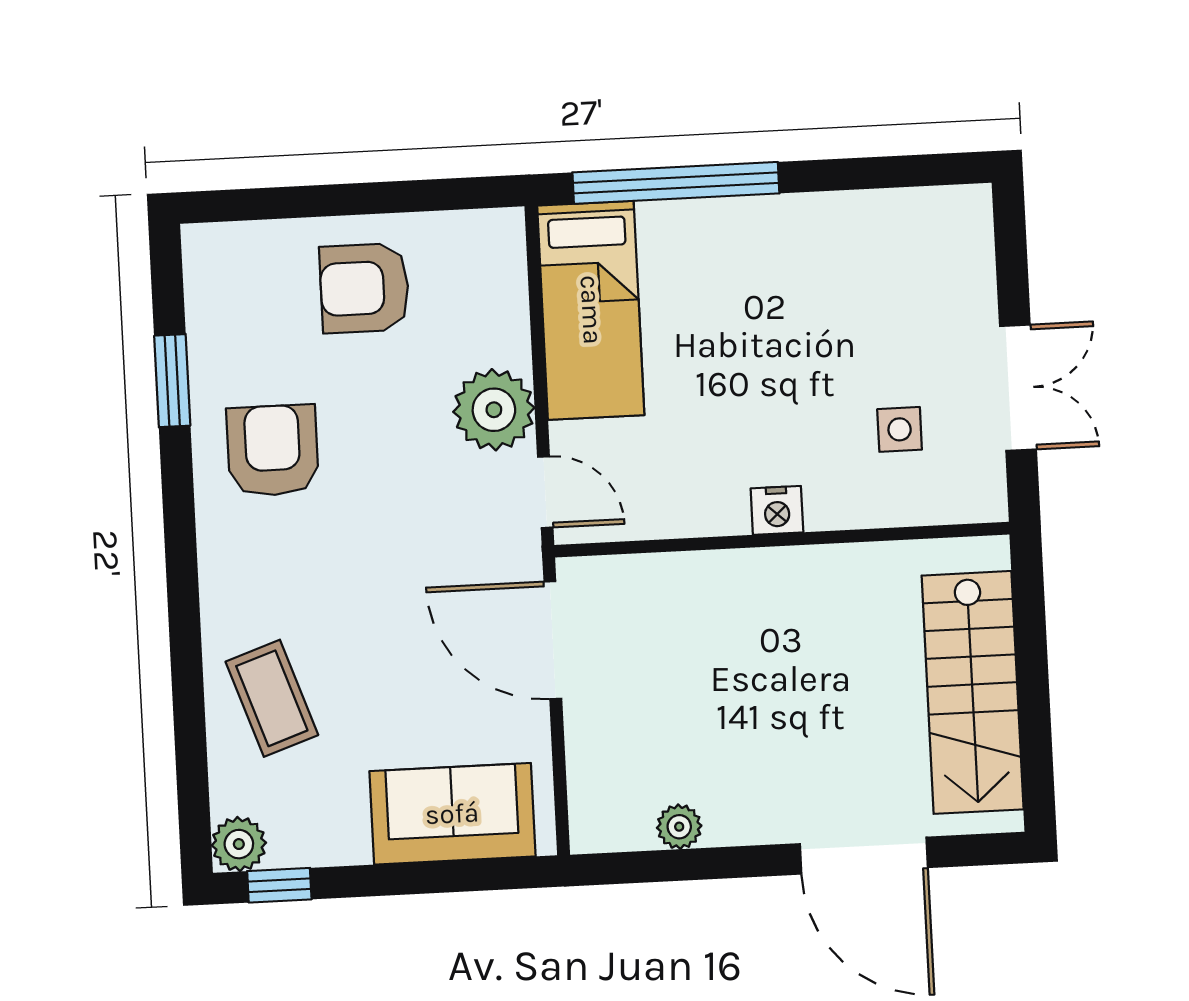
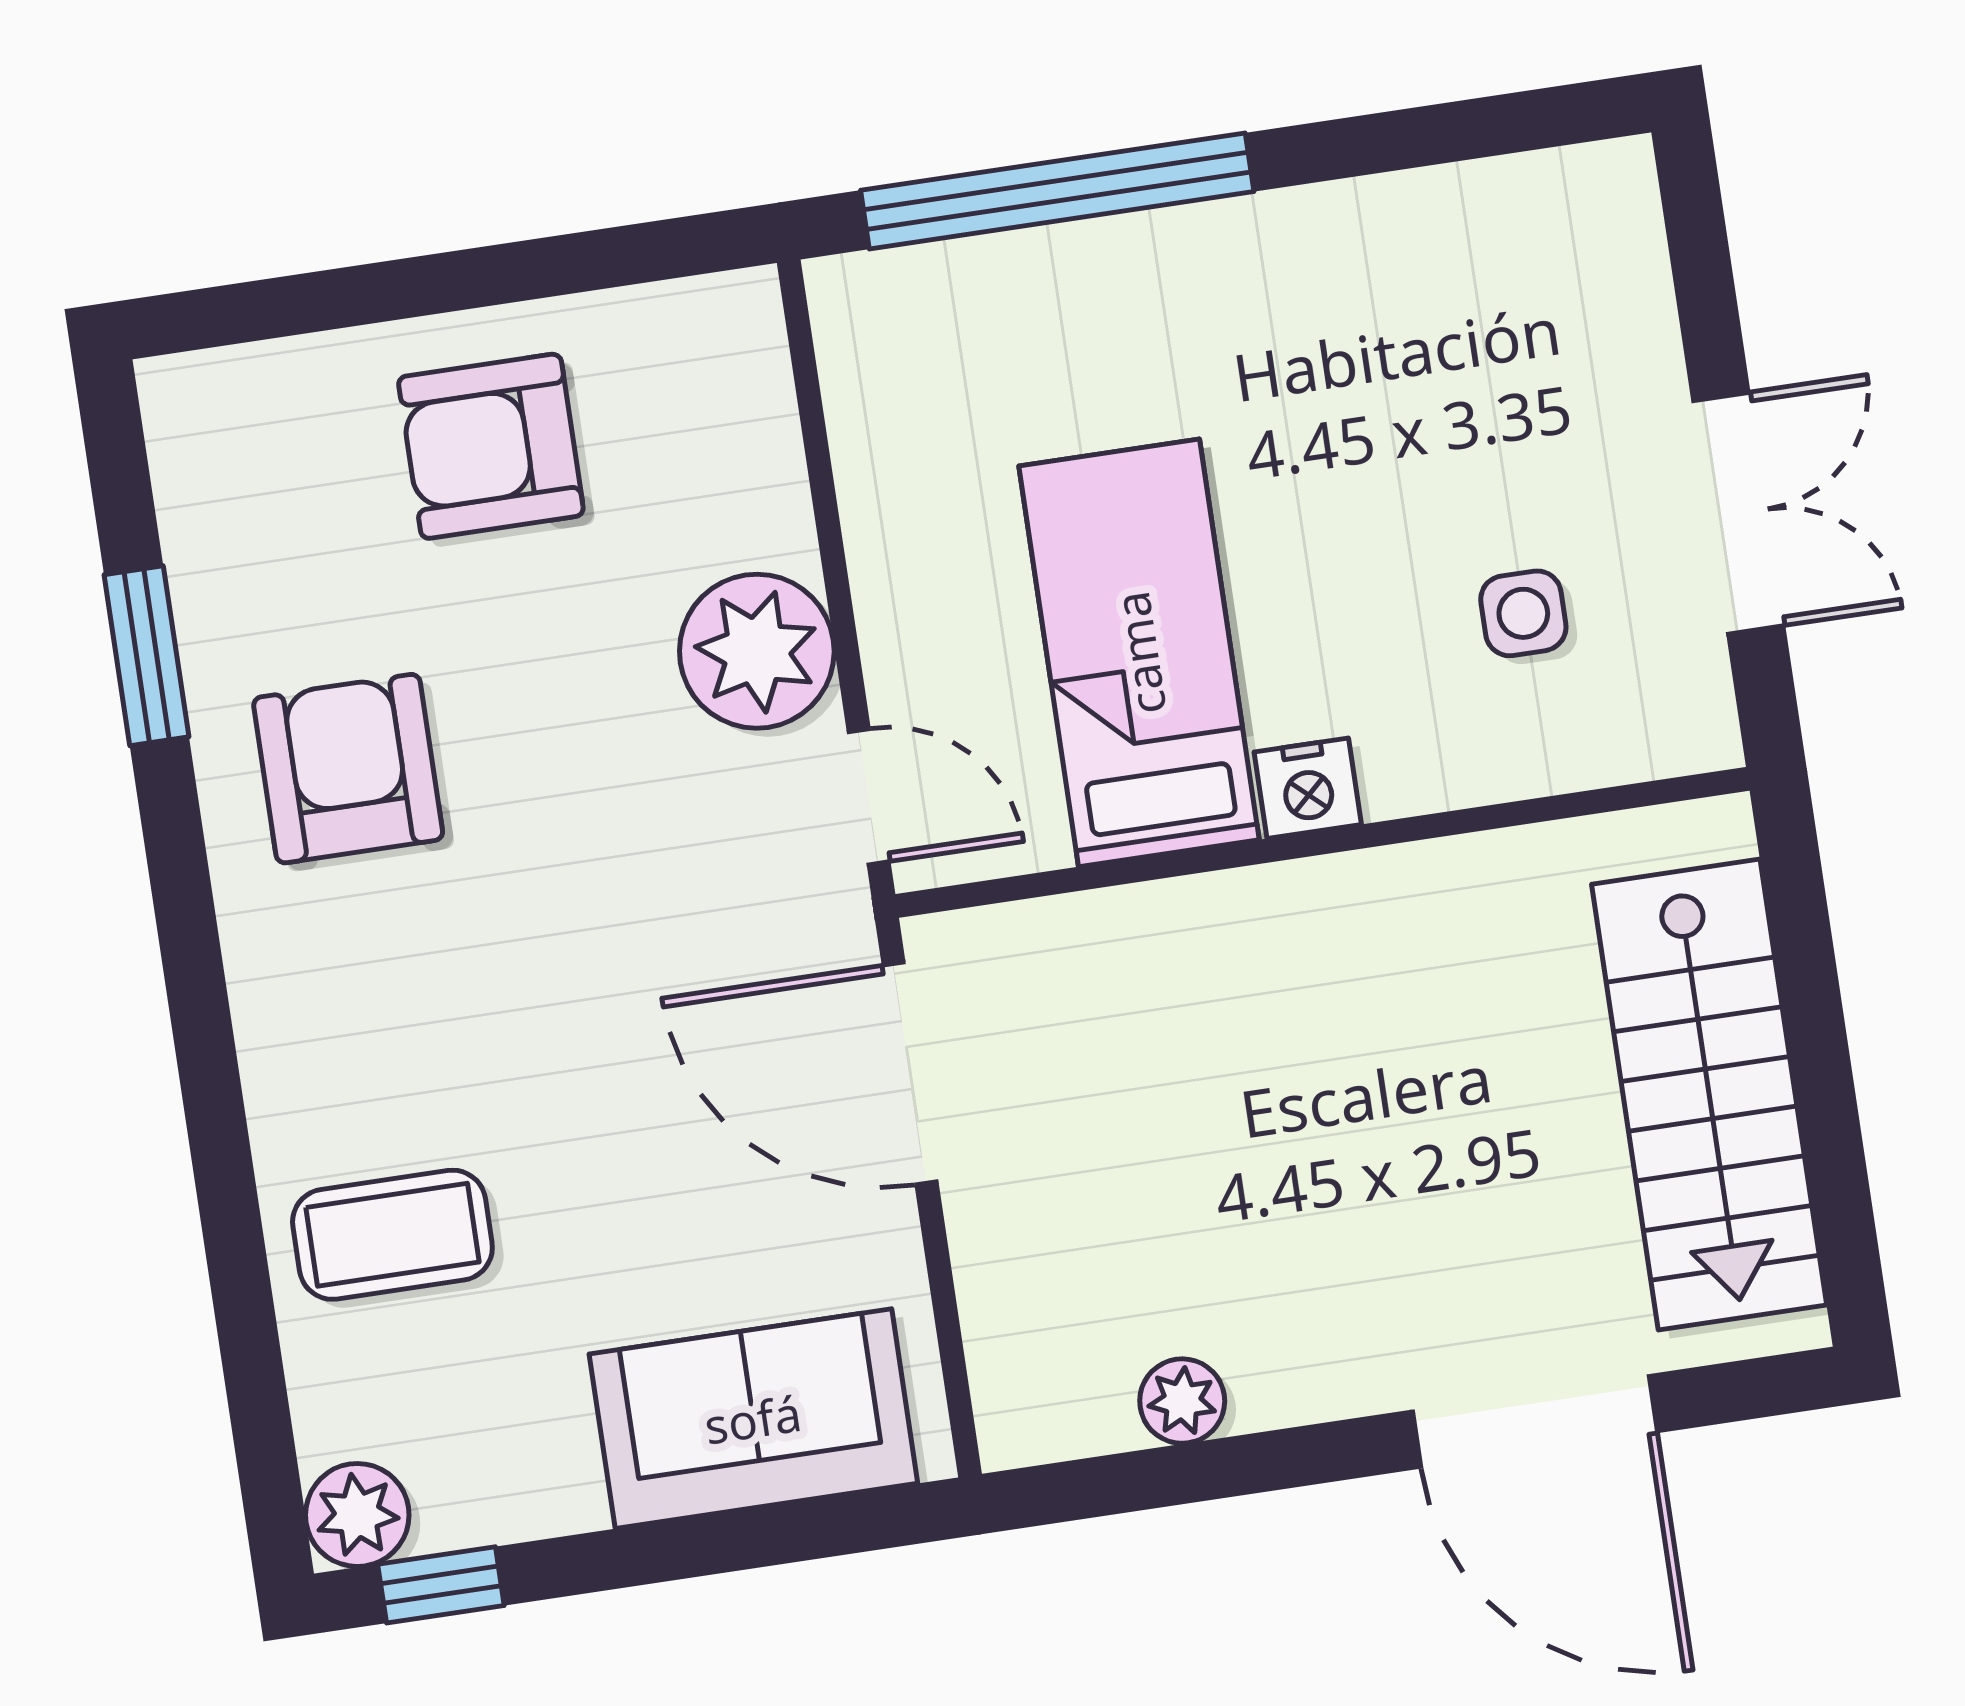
bed: (591, 310) -> (1139, 653), moved, turned 180
coffee table: (272, 698) -> (392, 1235), turned -71

